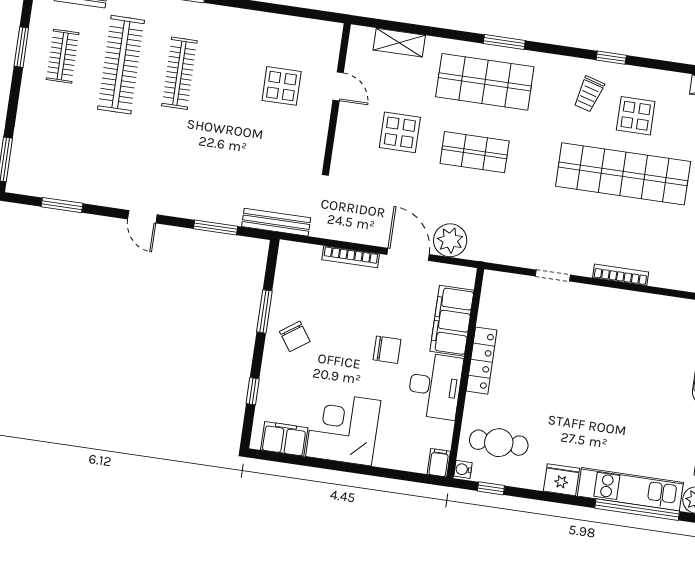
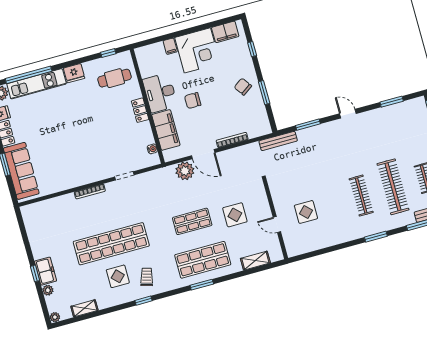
locker: (482, 361) -> (140, 110), width x0.66
filing cabinet: (439, 463) -> (170, 46), moved
water cooler: (463, 469) -> (152, 149), moved

